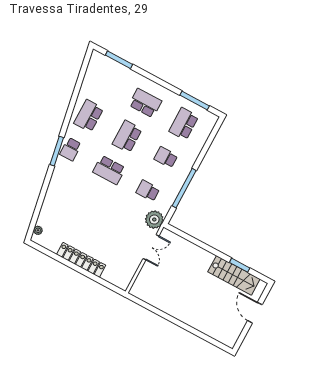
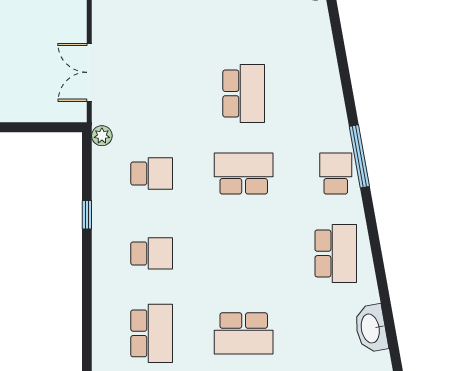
washbasin: (91, 76) -> (371, 328), added
school desk: (127, 137) -> (244, 94), moved
window: (184, 188) -> (87, 215), width x0.32
plant: (154, 220) -> (102, 136), width x0.53, depth x0.53

